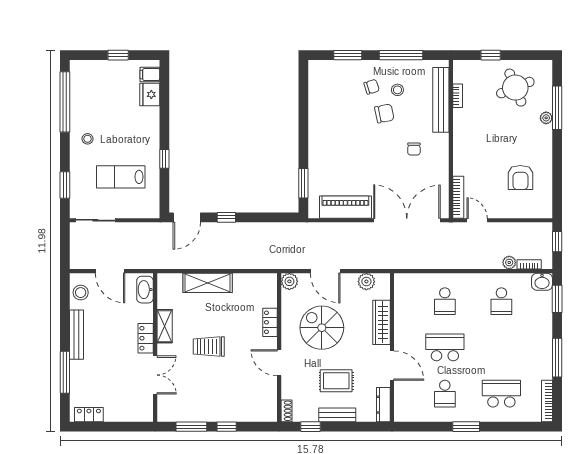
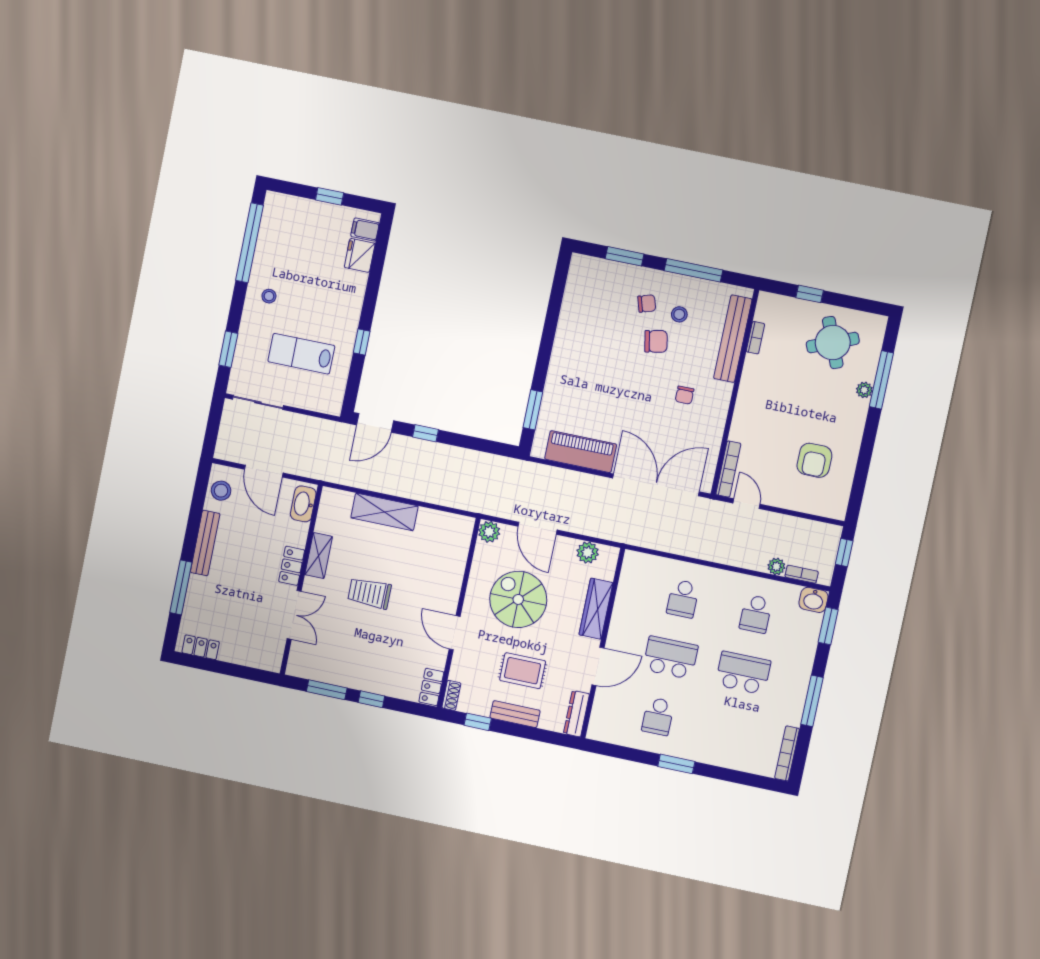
locker: (270, 322) -> (431, 687), moved
door: (392, 366) -> (598, 666), hinge flipped
school desk: (501, 394) -> (743, 673), moved

